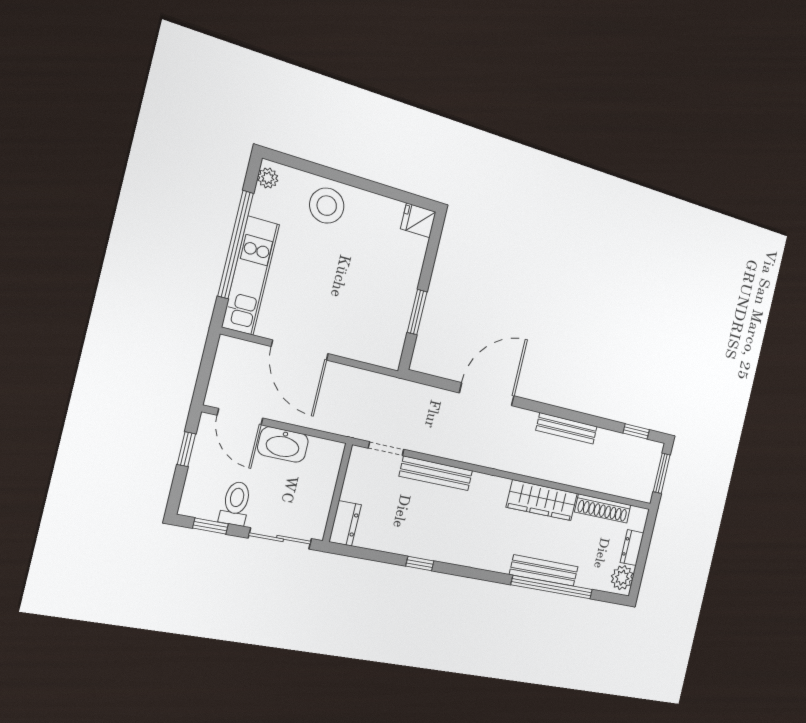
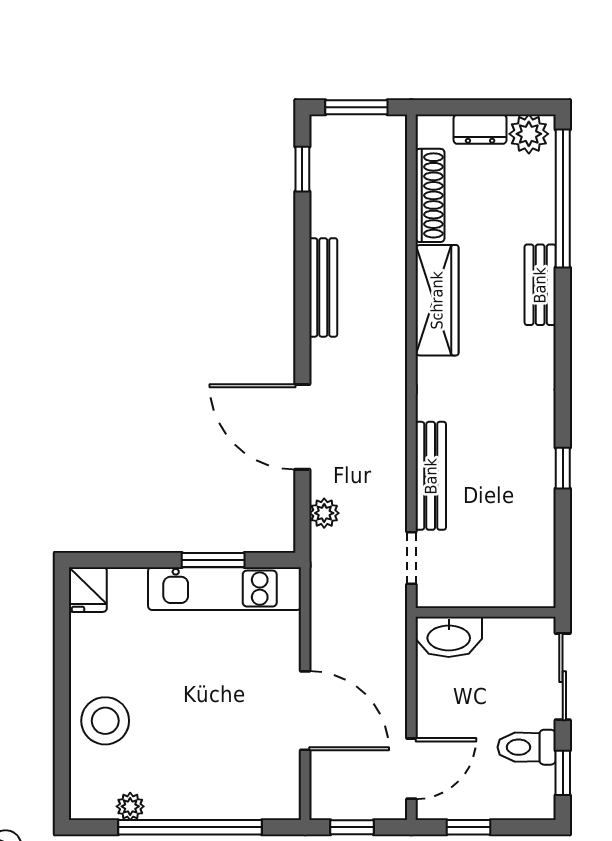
plant: (268, 178) -> (130, 806), moved
kitchen unit: (250, 276) -> (225, 589), moved, turned 180
door: (300, 350) -> (305, 711), hinge flipped
window: (207, 364) -> (352, 827), added
plant: (429, 396) -> (324, 513), added
washbasin: (283, 444) -> (449, 637), moved, turned 90
dresser: (345, 523) -> (526, 591), removed
bench: (544, 571) -> (540, 285), width x0.73
window: (552, 587) -> (563, 198), moved

